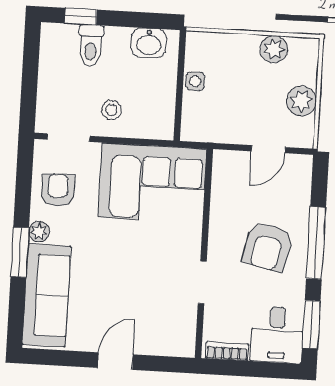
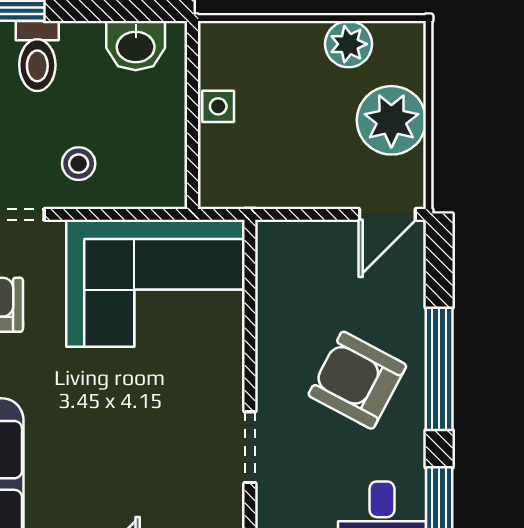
plant: (301, 101) -> (391, 120), width x1.36, depth x1.36
door: (268, 149) -> (387, 214), moved
armchair: (268, 247) -> (357, 380), turned 105

